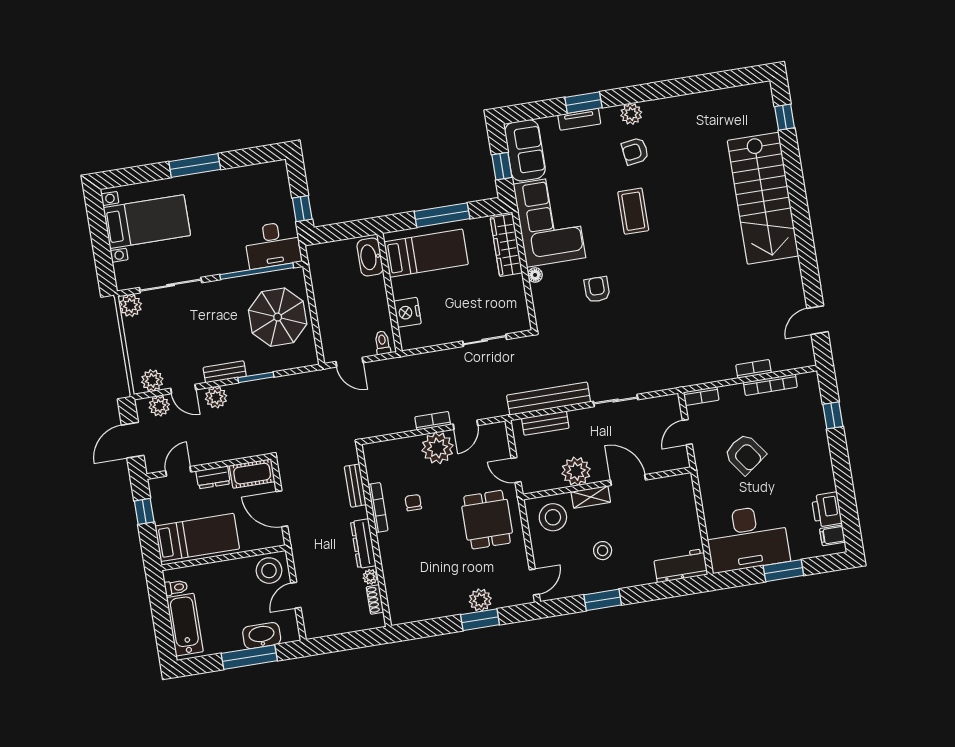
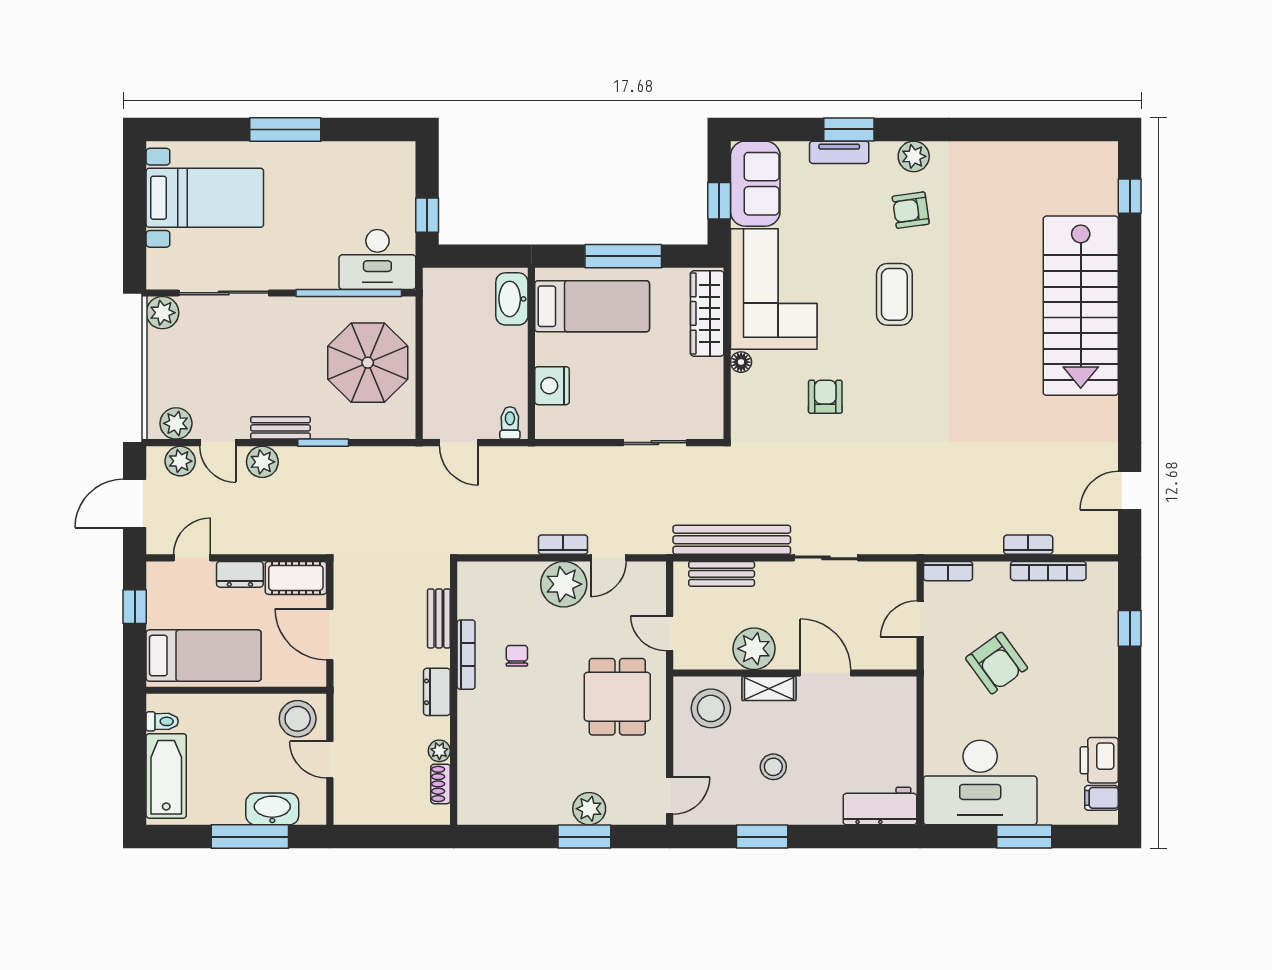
dresser: (363, 544) -> (437, 692), width x0.70
door: (296, 595) -> (330, 760), hinge flipped

